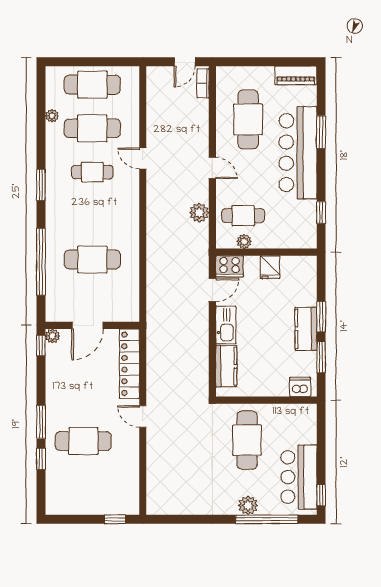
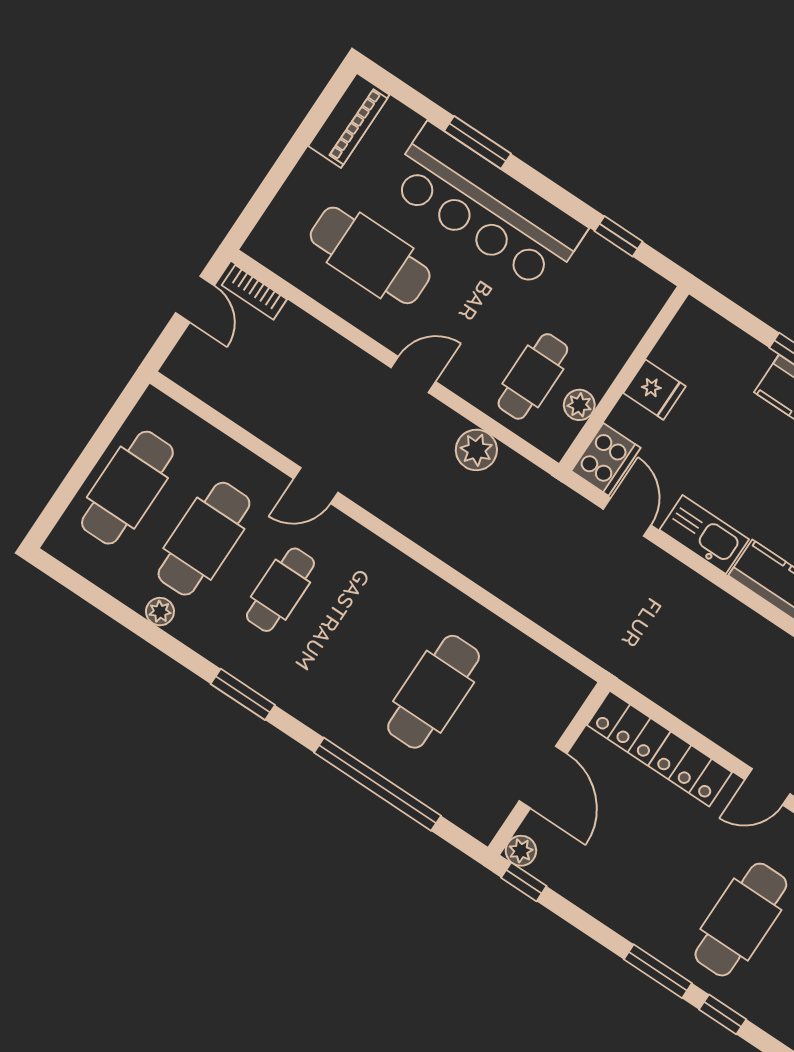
plant: (52, 116) -> (160, 612), moved

